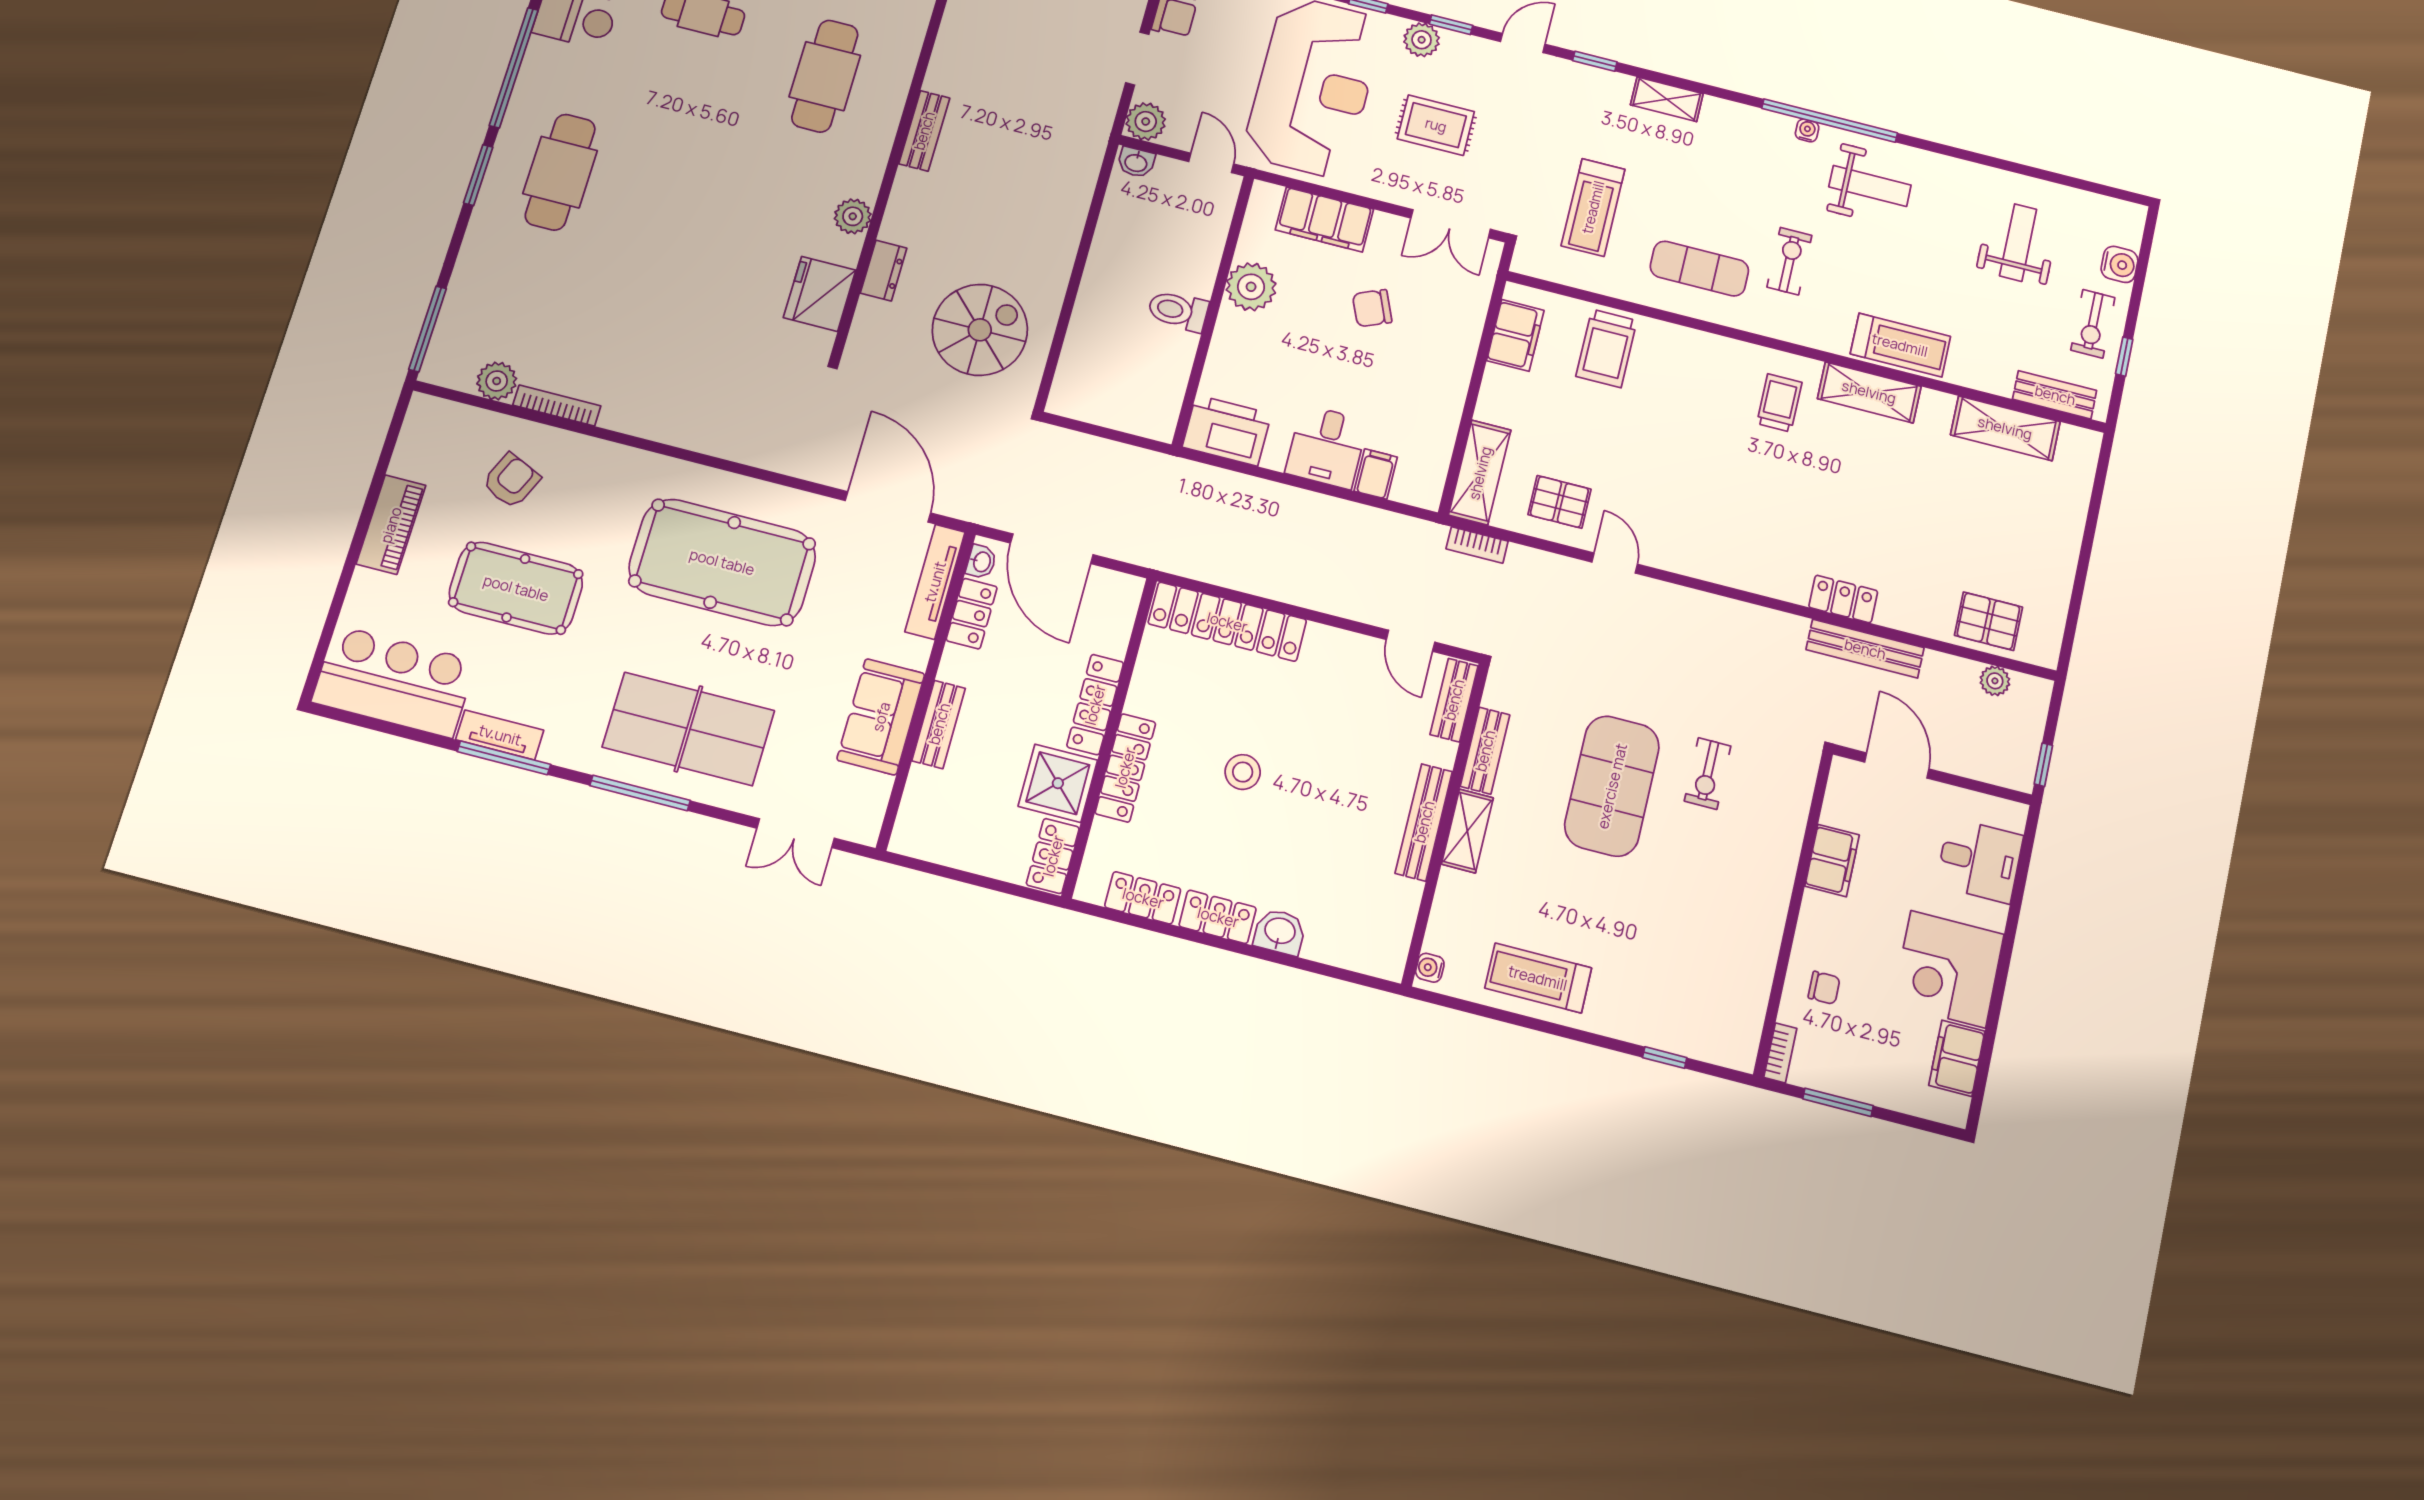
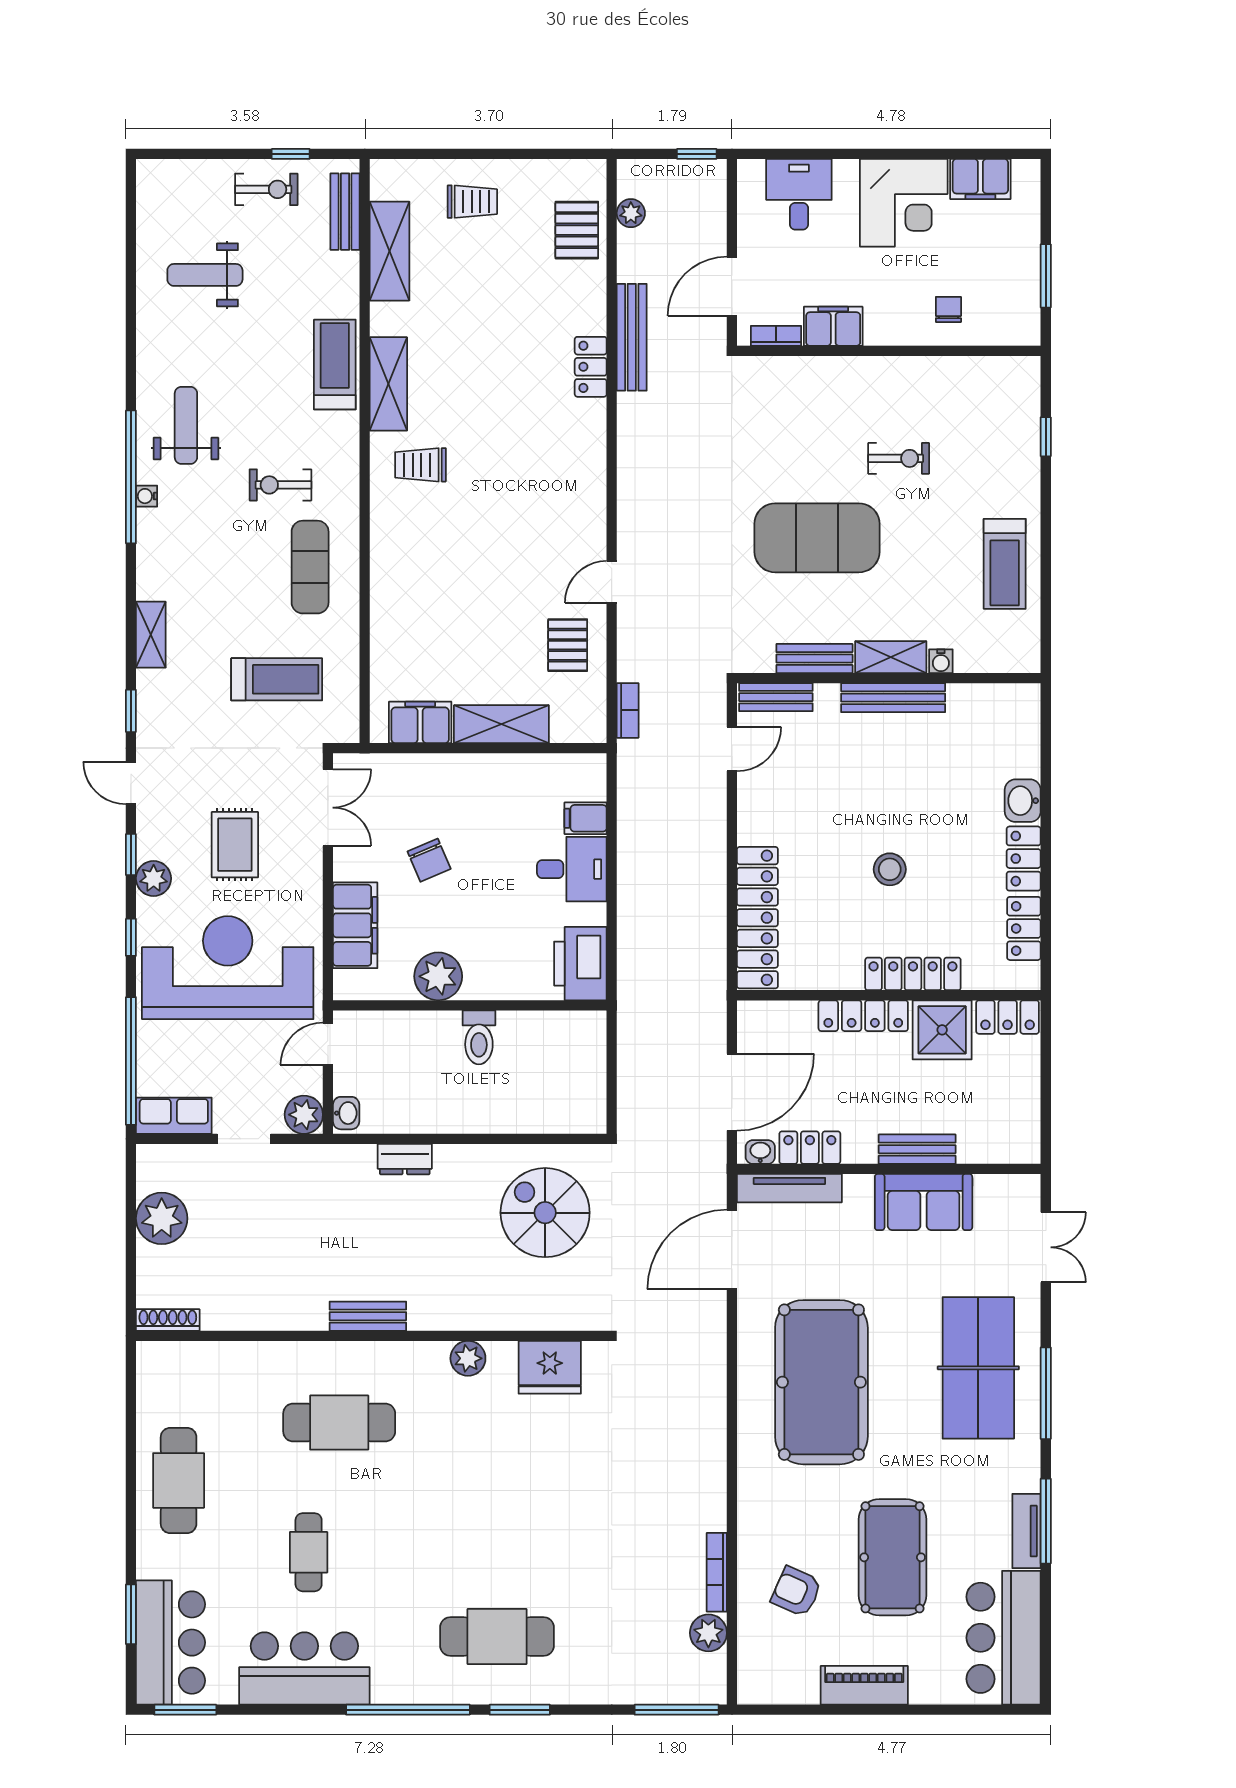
water cooler: (2119, 264) -> (201, 176), removed
dresser: (884, 271) -> (405, 1159), moved, turned 180
trolley: (1606, 348) -> (472, 202), moved, width x0.73, depth x0.72
shelving: (1480, 473) -> (501, 724), moved
exercise bike: (1708, 774) -> (899, 458), moved
water cooler: (1430, 968) -> (941, 661), moved
bookcase: (1780, 1053) -> (776, 336), moved

